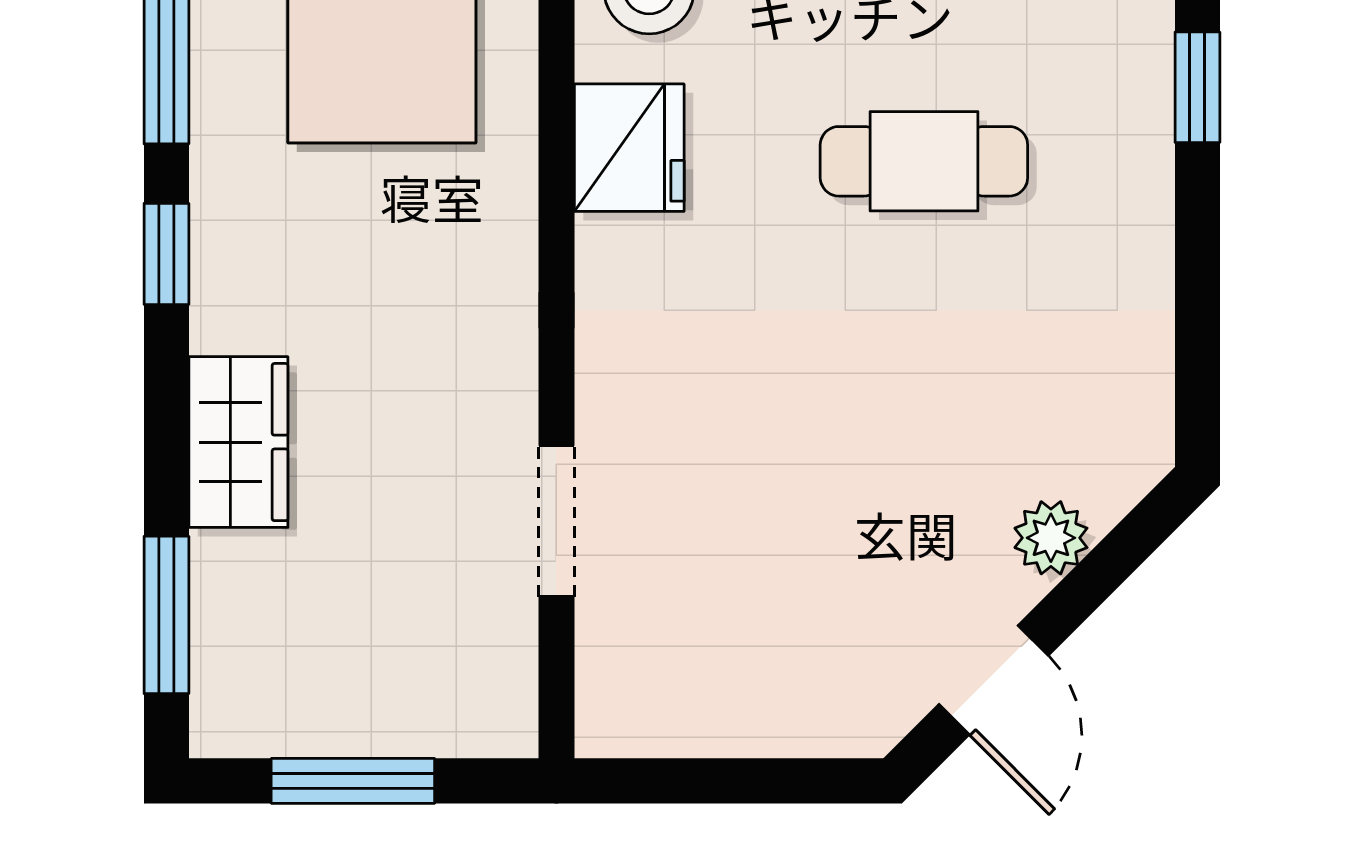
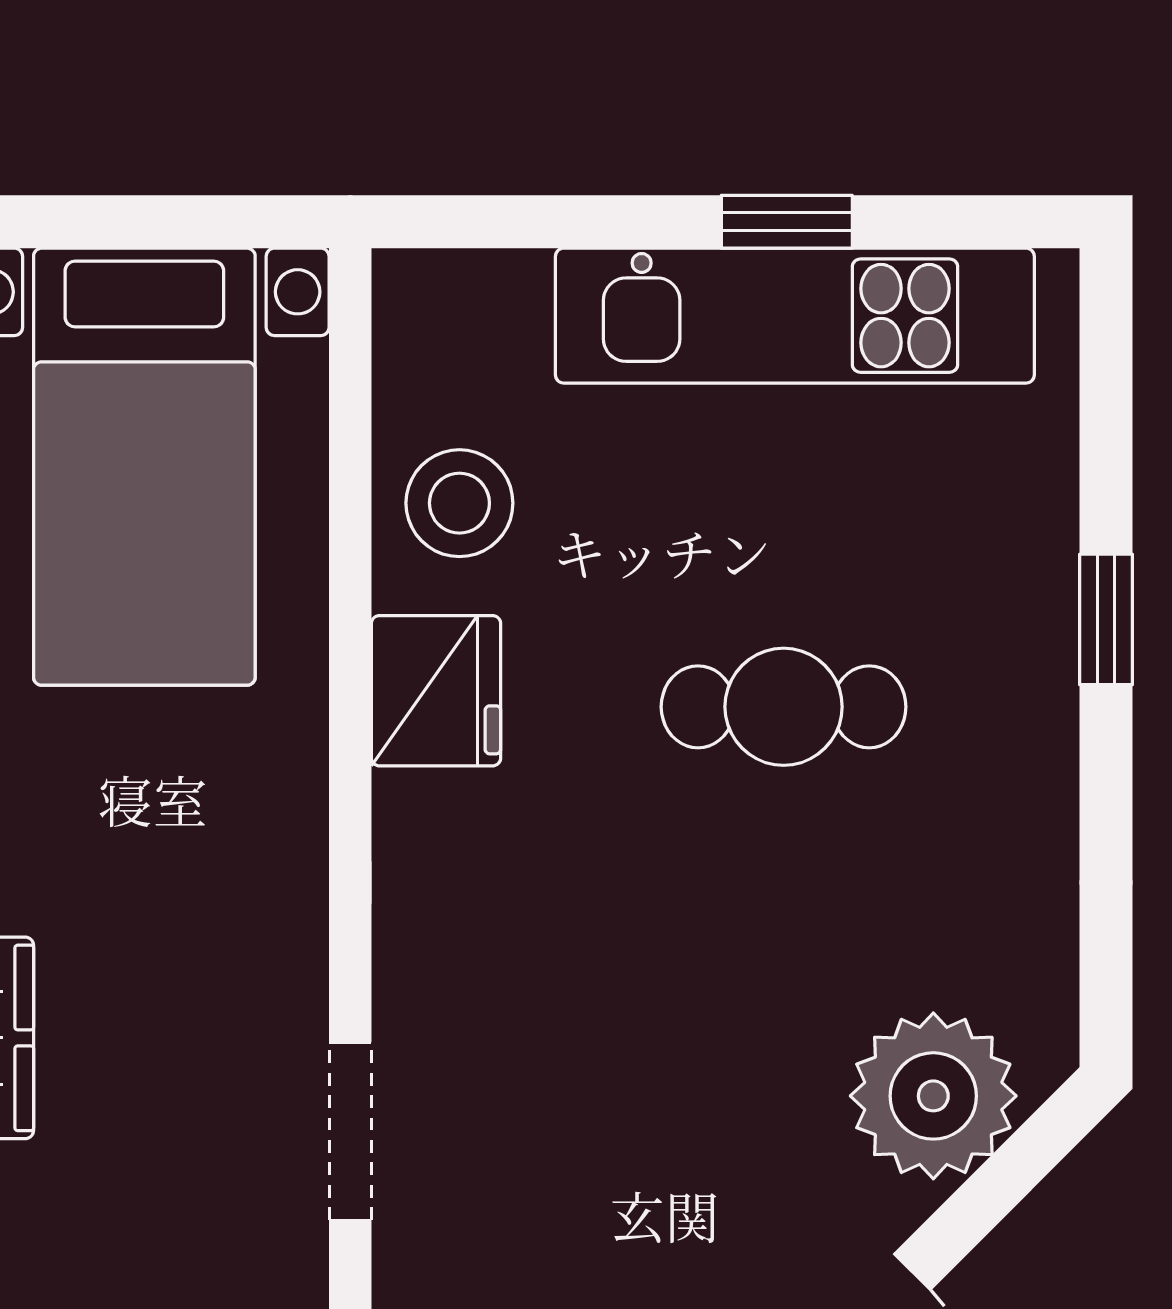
plant: (1051, 538) -> (933, 1096), width x1.87, depth x1.87

